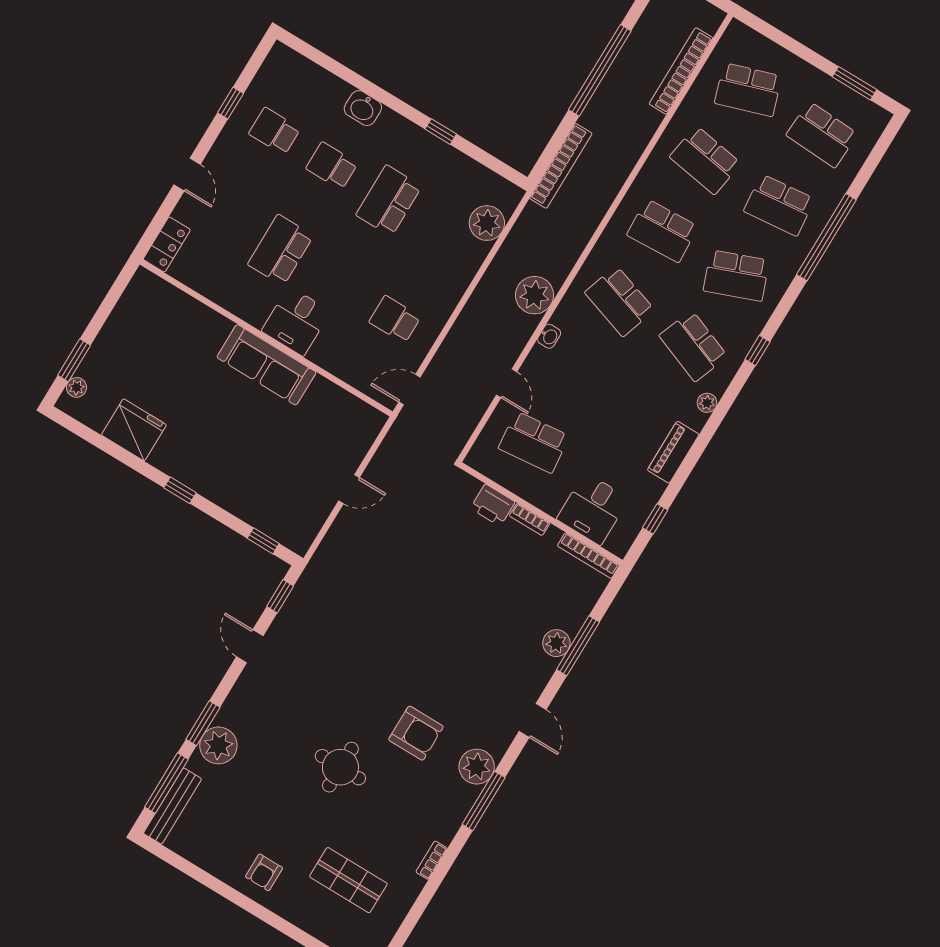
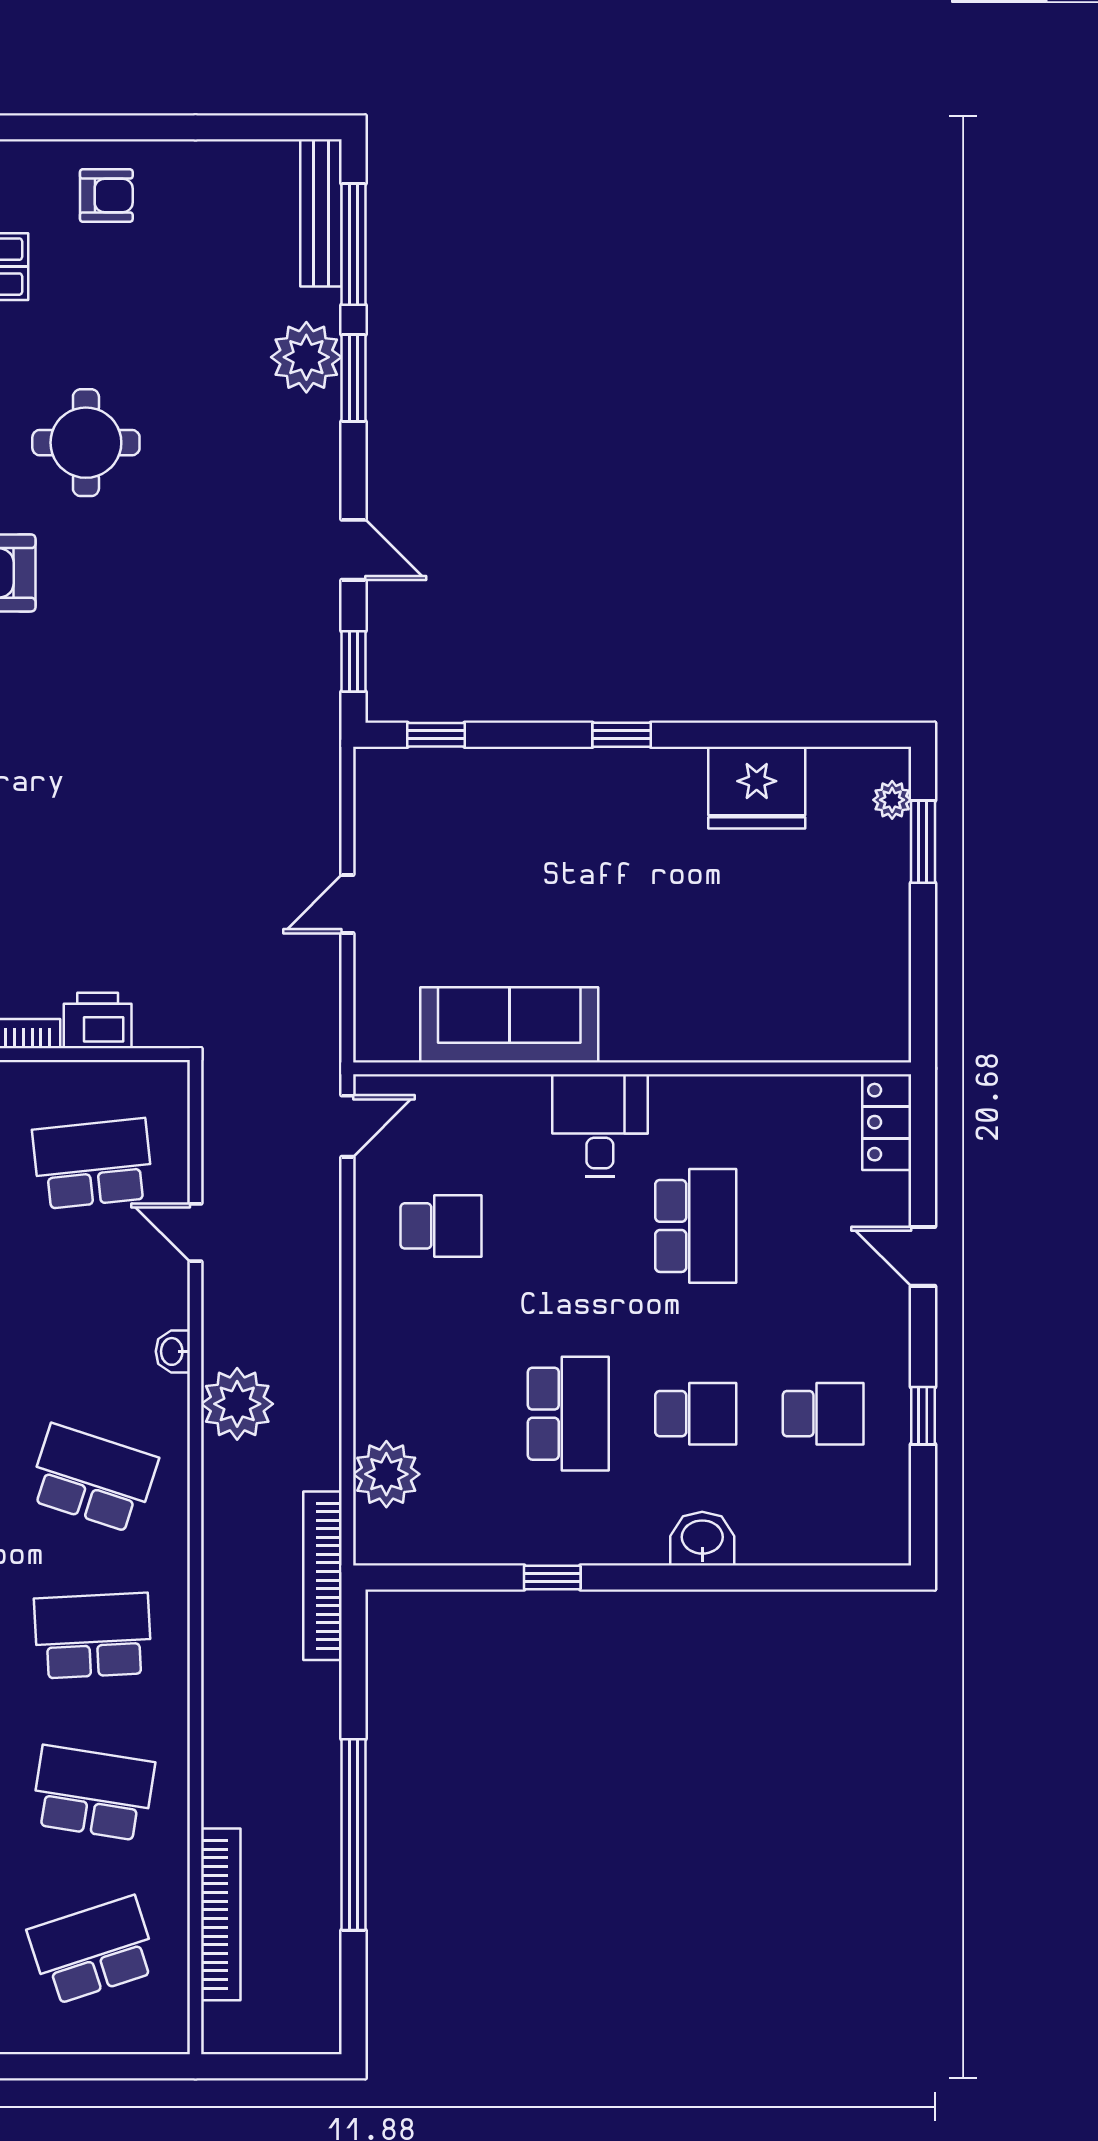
bookcase: (561, 166) -> (322, 1576), moved
sofa: (266, 365) -> (509, 1025), moved
armchair: (264, 872) -> (106, 196), turned 90

